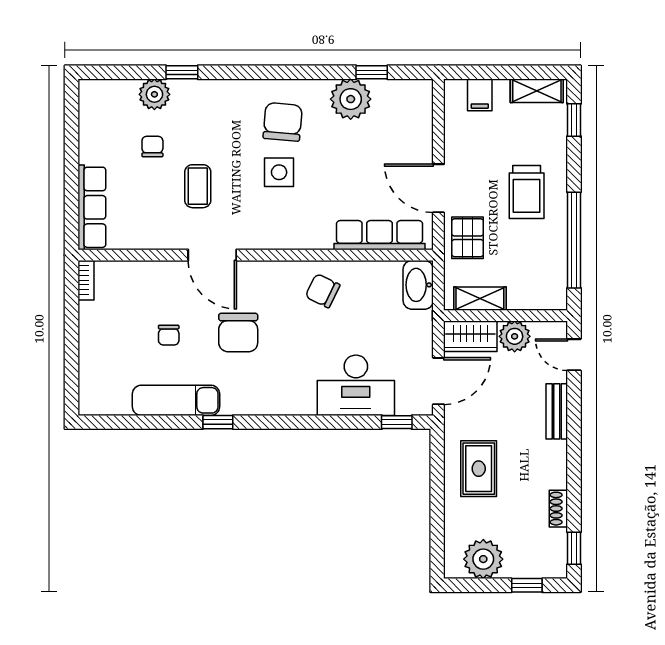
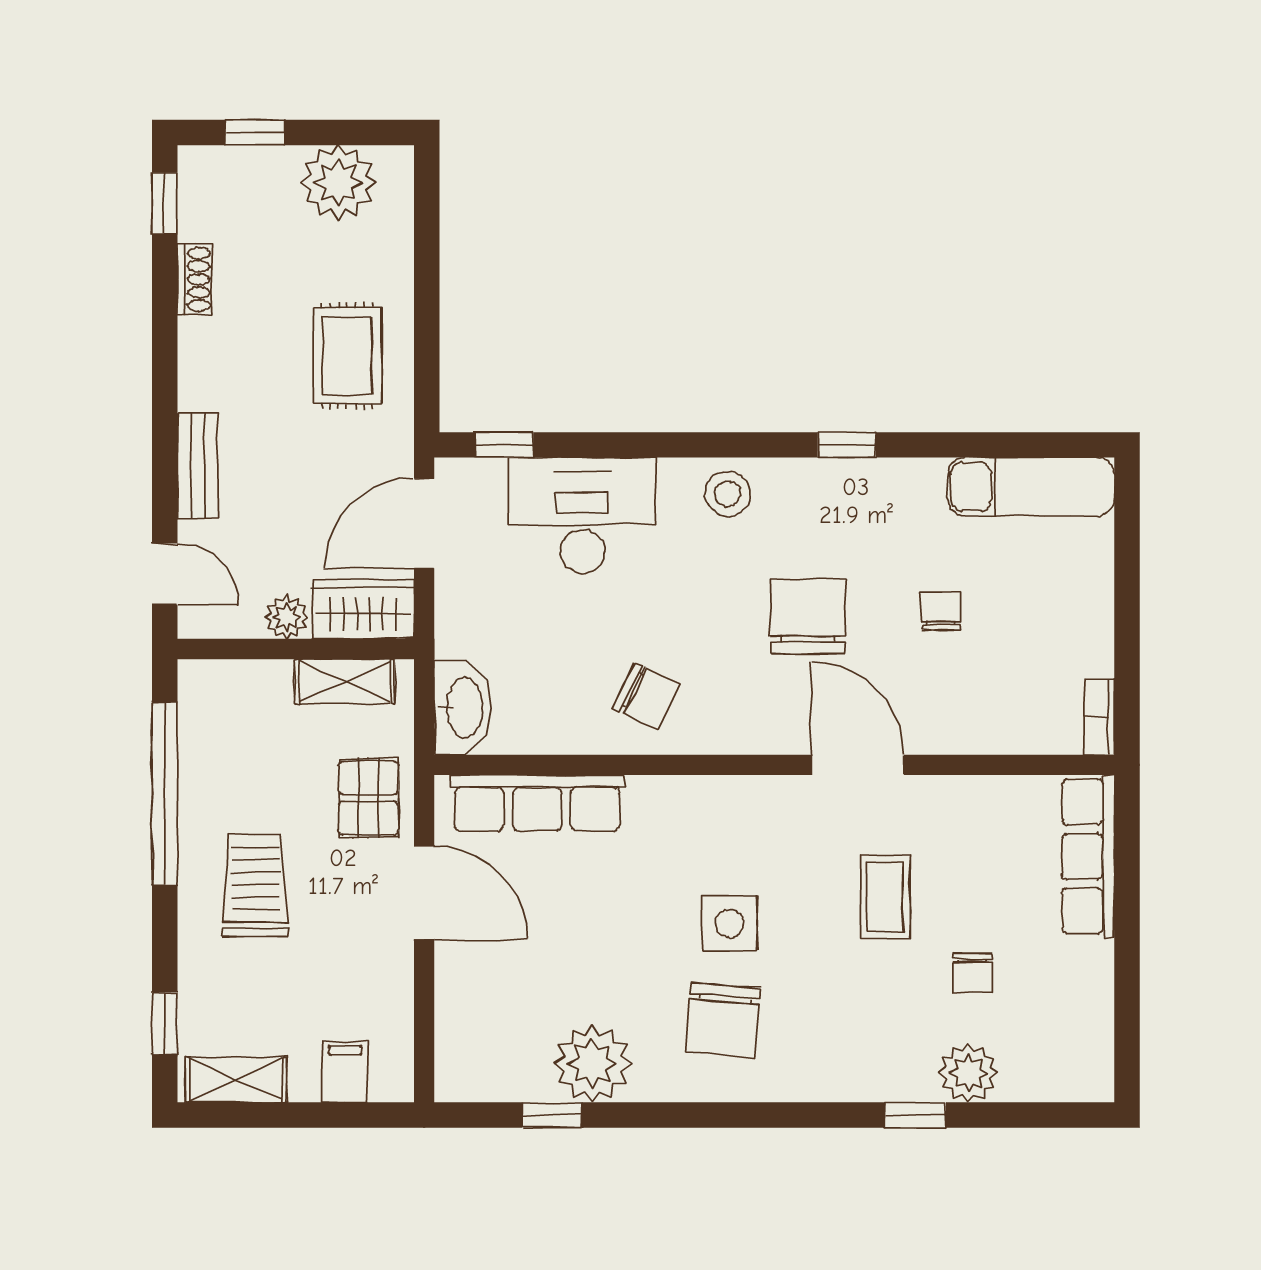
plant: (515, 336) -> (287, 617), width x0.73, depth x0.73
stool: (280, 397) -> (727, 494), added
exam couch: (176, 400) -> (1031, 487), moved

